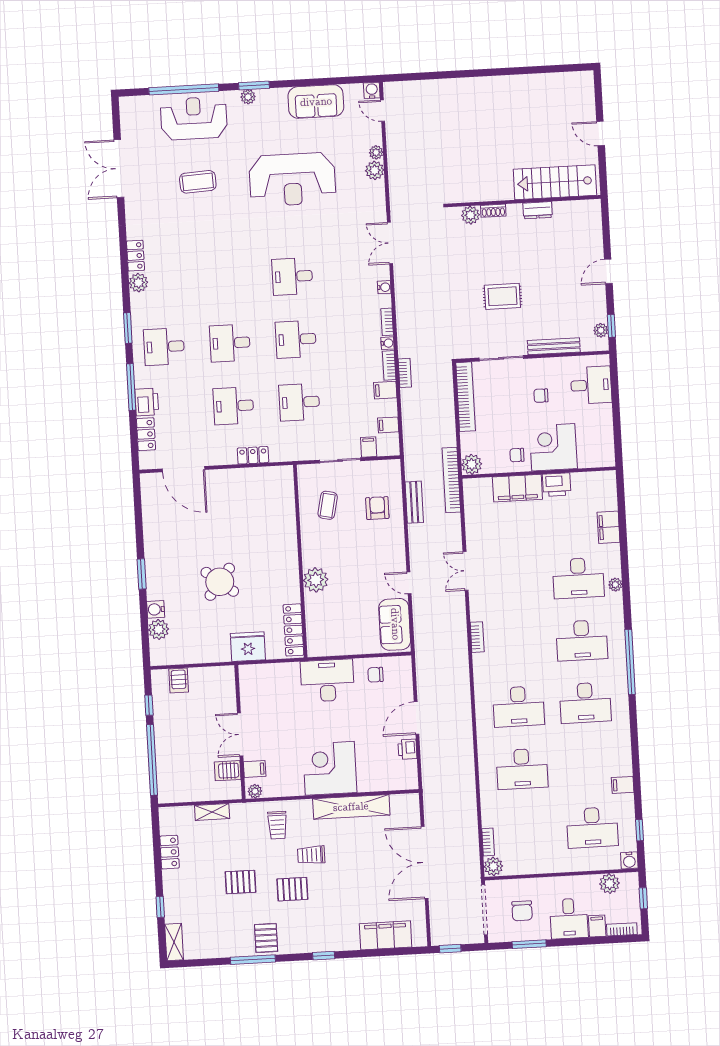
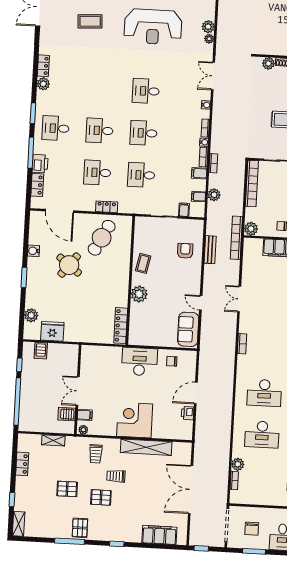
plant: (376, 152) -> (209, 39), moved
plant: (411, 420) -> (214, 195), added
cafe table: (251, 502) -> (102, 238), added
coffee table: (328, 505) -> (143, 263), moved
round table: (220, 582) -> (69, 265), moved
water cooler: (156, 609) -> (34, 251), moved
fridge: (248, 647) -> (52, 331), moved
plant: (493, 866) -> (238, 464), moved

